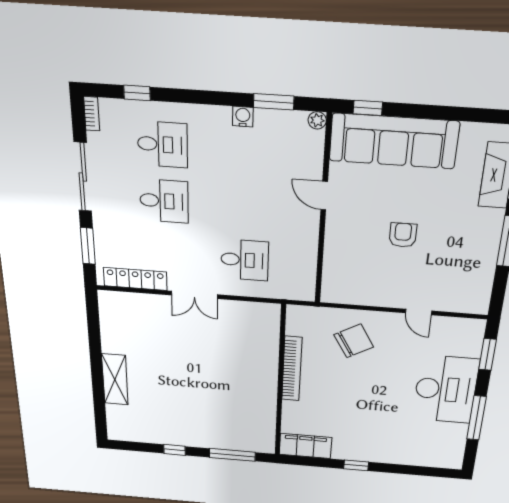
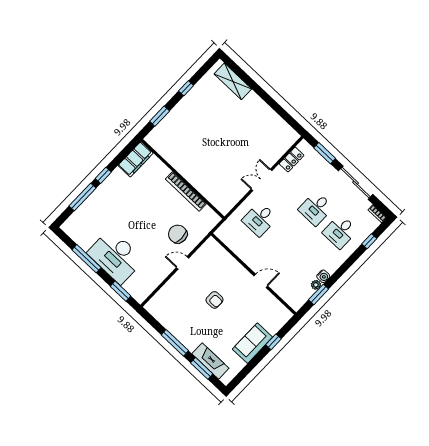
window: (368, 108) -> (273, 342), moved
plant: (317, 120) -> (316, 285), moved
sofa: (394, 141) -> (252, 343), width x0.54, depth x0.79
locker: (135, 279) -> (292, 160), width x0.66
door: (419, 312) -> (182, 263), moved
chair: (354, 341) -> (178, 234), turned 120
shelving: (115, 379) -> (233, 81), moved
window: (232, 455) -> (160, 116), width x0.69
window: (402, 469) -> (83, 197), added

